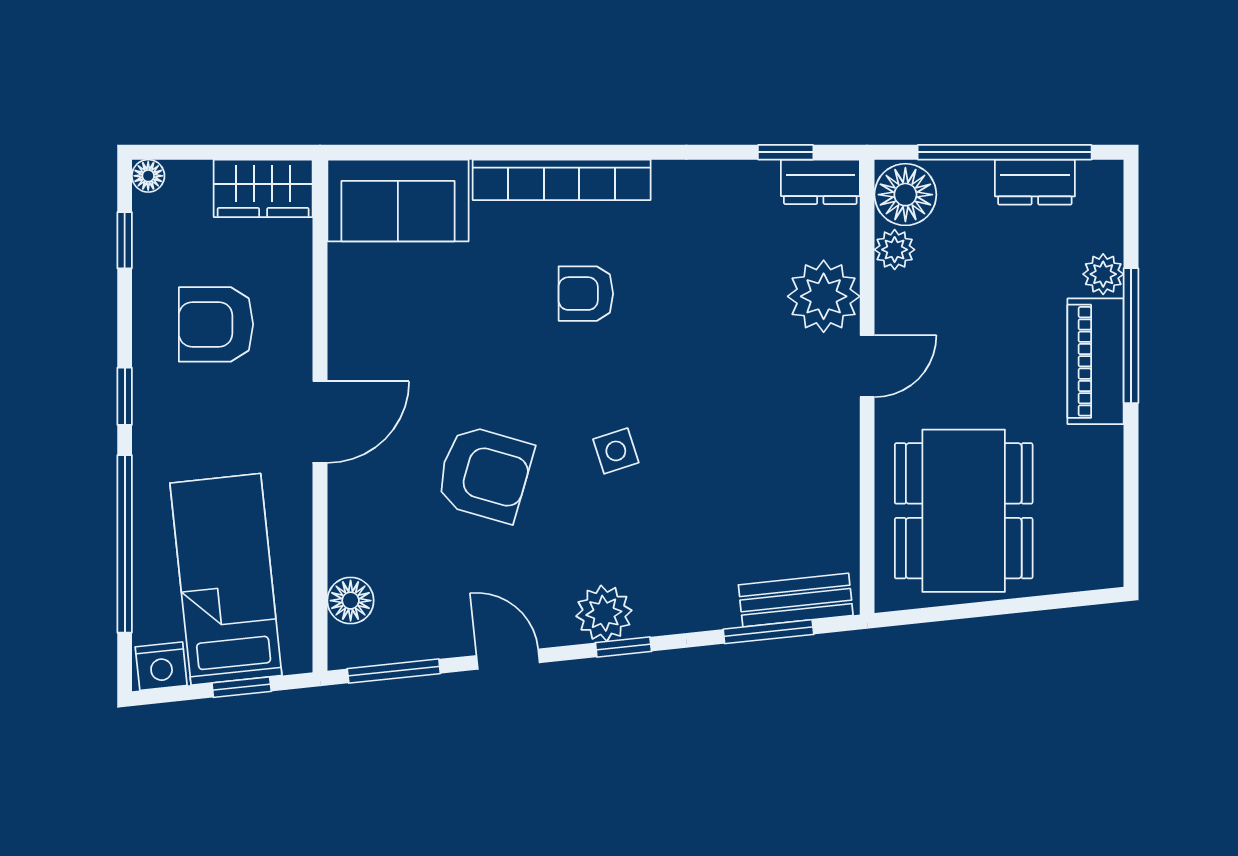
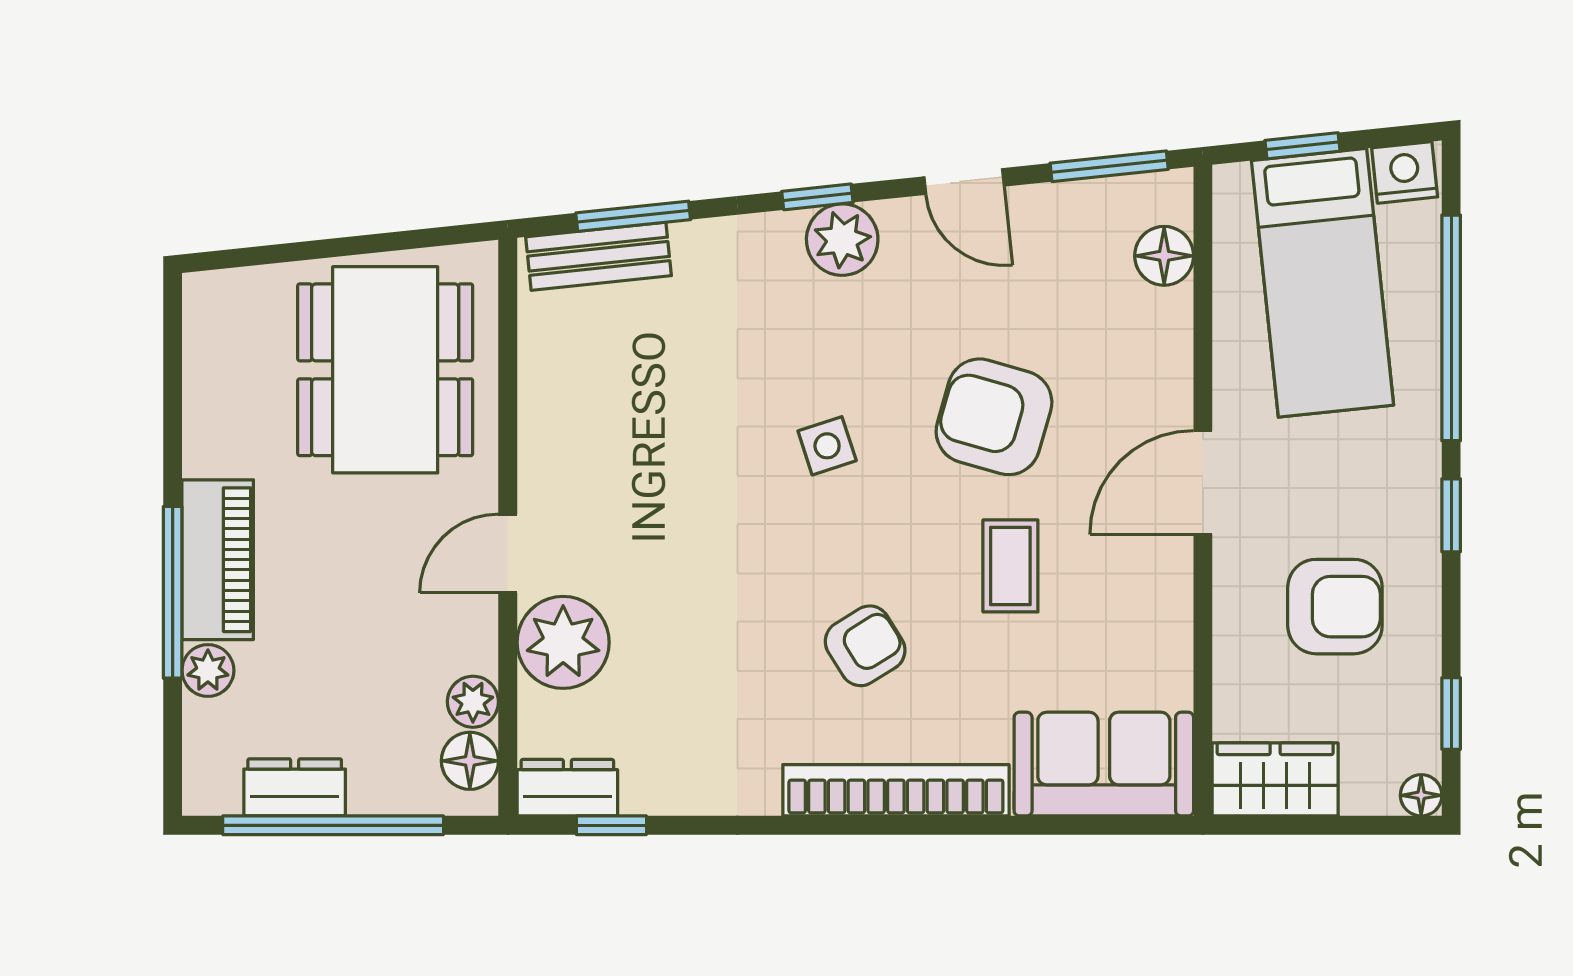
floor lamp: (905, 195) -> (470, 761), width x0.73, depth x0.73
armchair: (586, 294) -> (865, 646), turned -32
coffee table: (472, 356) -> (1010, 566), added

